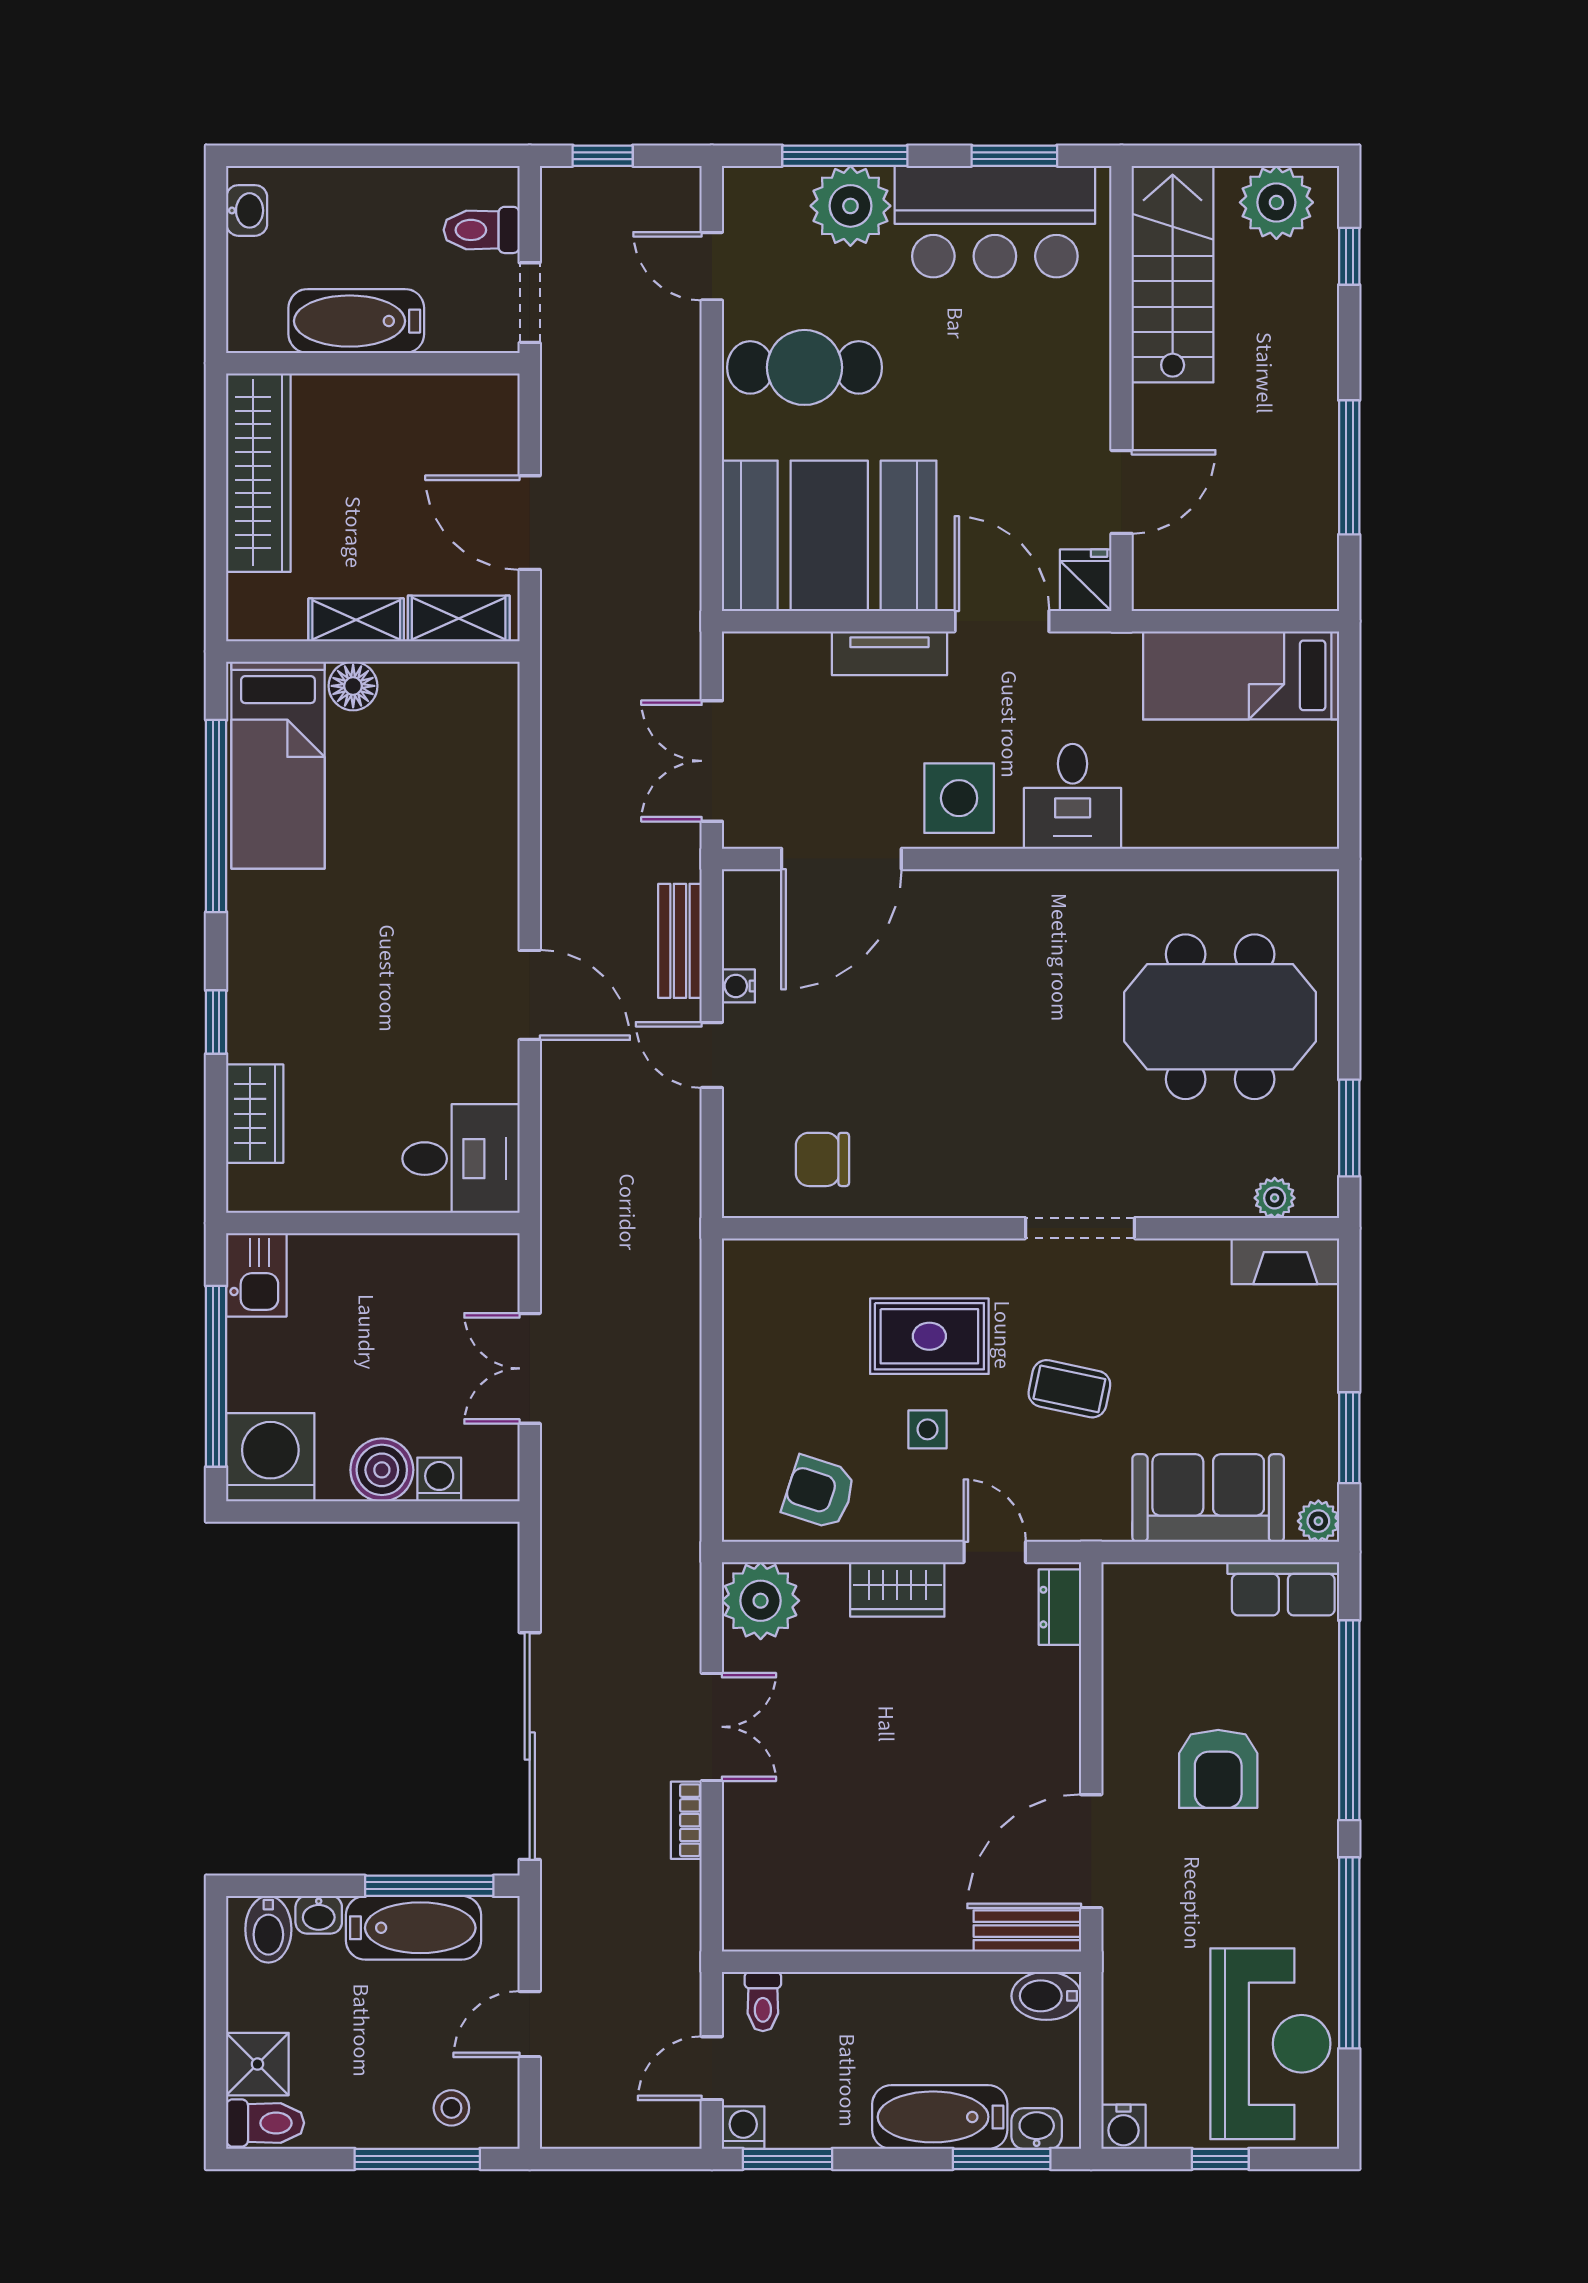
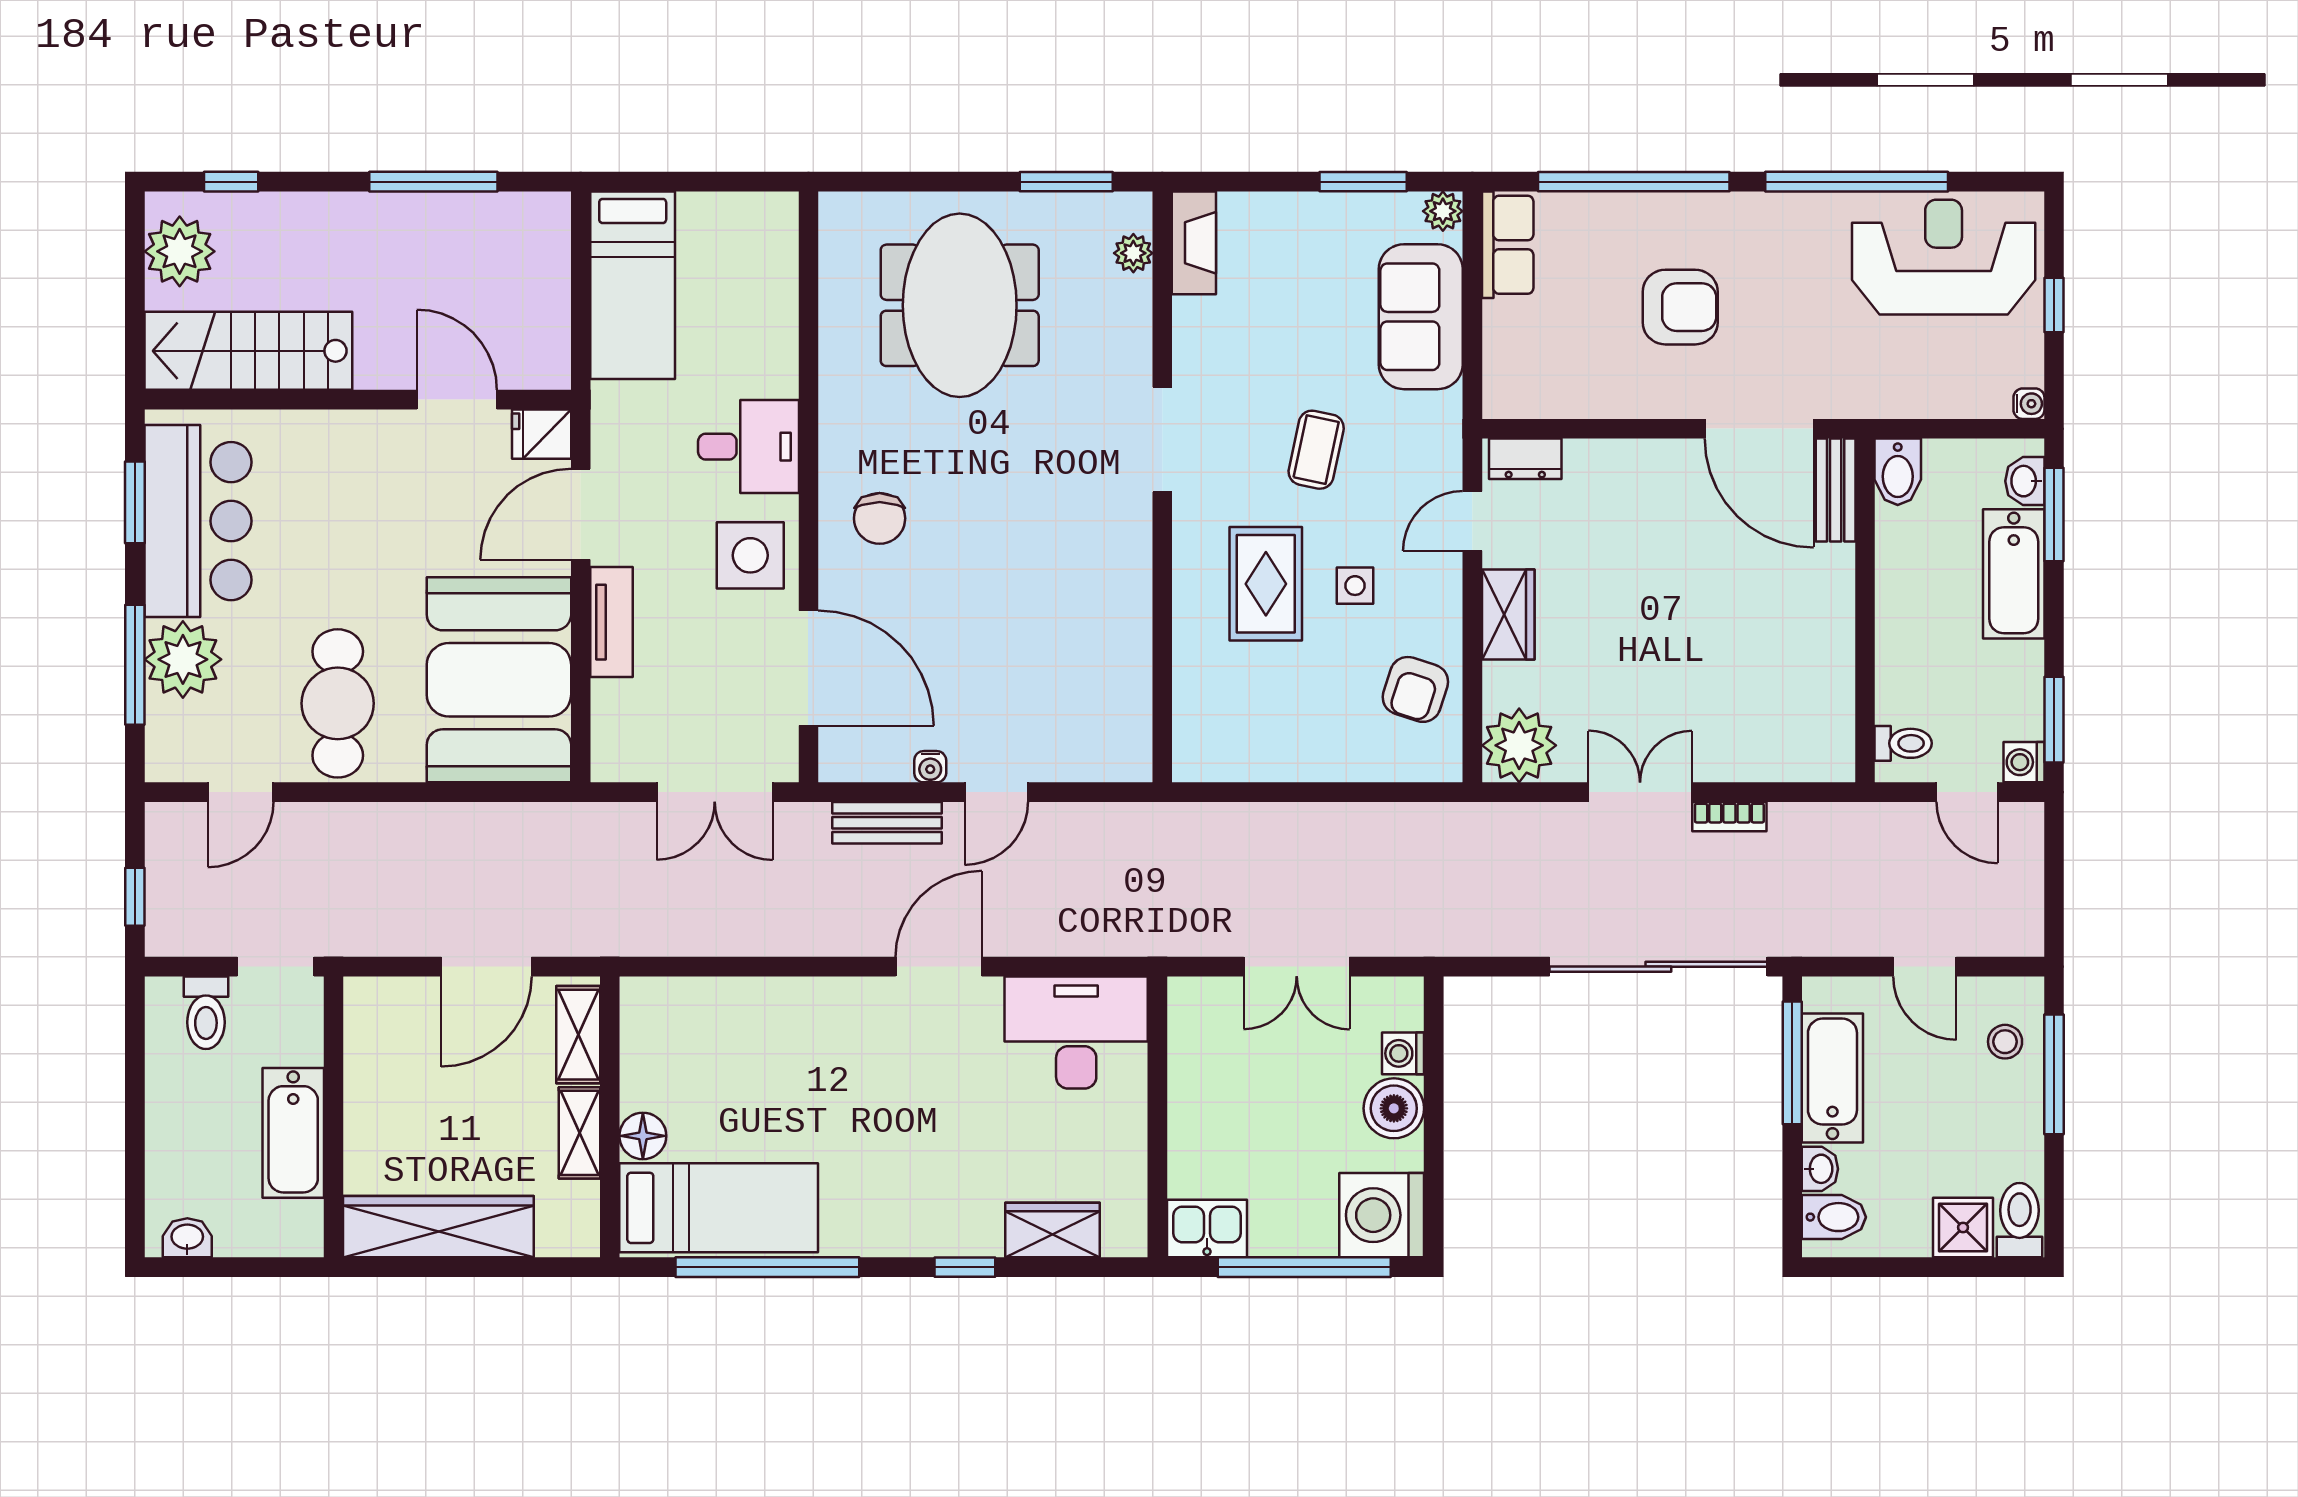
desk: (461, 1159) -> (1076, 1033), width x1.37
chair: (822, 1159) -> (880, 518), moved
water cooler: (1123, 2127) -> (2029, 404), width x0.72, depth x0.72

